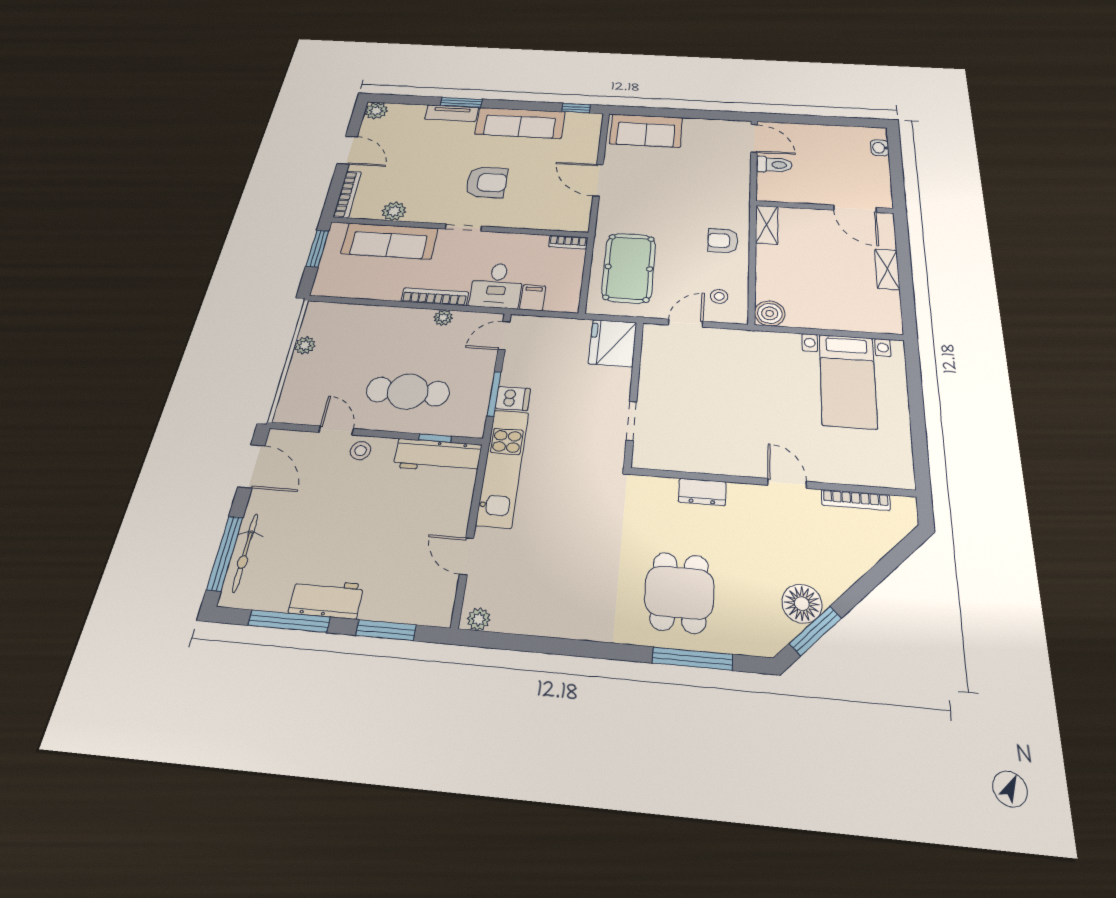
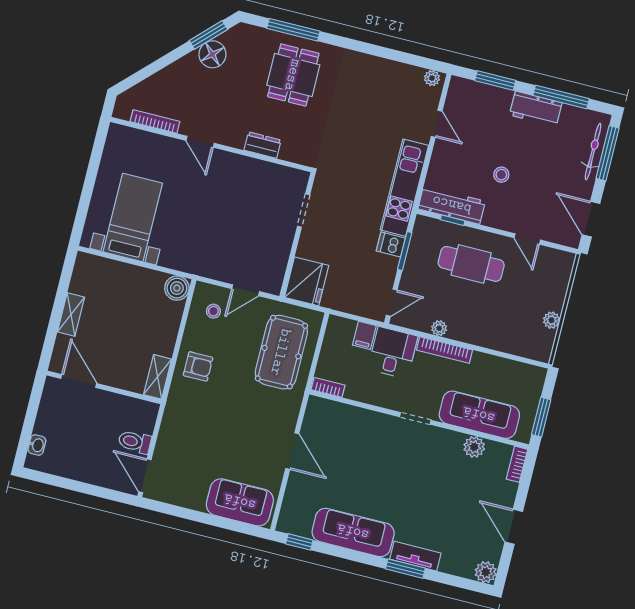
armchair: (487, 182) -> (391, 466), removed
bookcase: (347, 194) -> (517, 464), width x0.64
stool: (361, 451) -> (501, 175), moved

